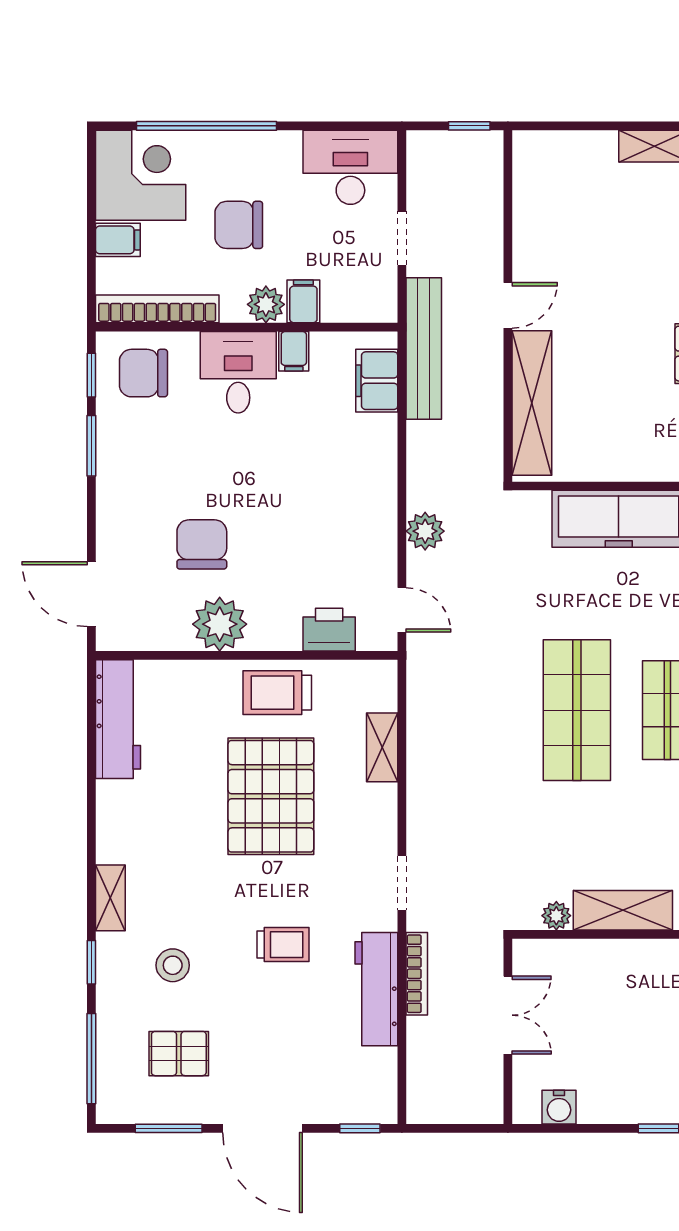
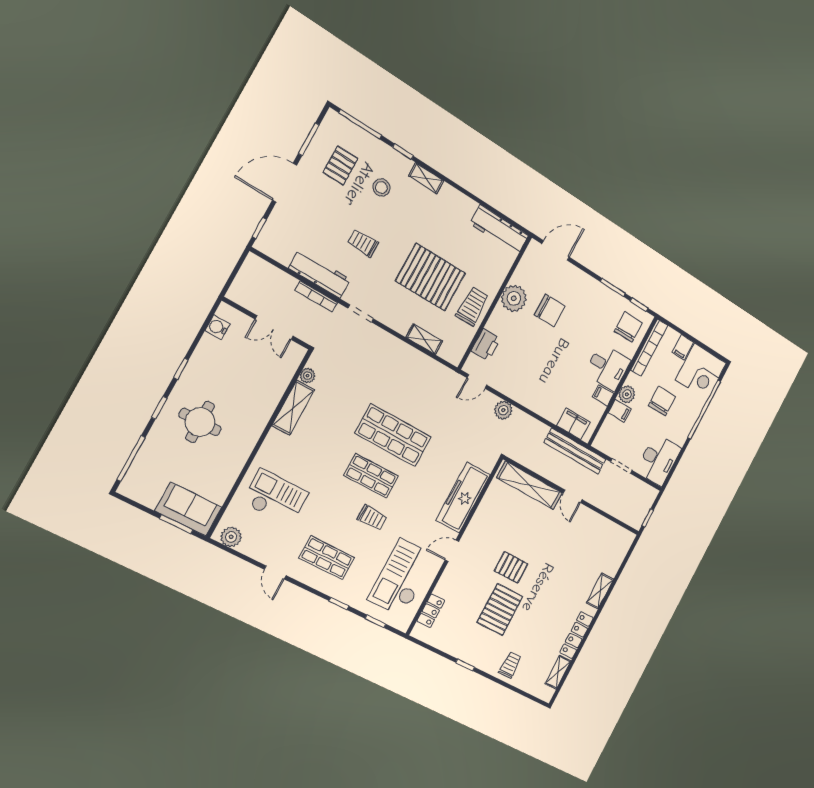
trolley: (283, 945) -> (363, 243), turned 90

